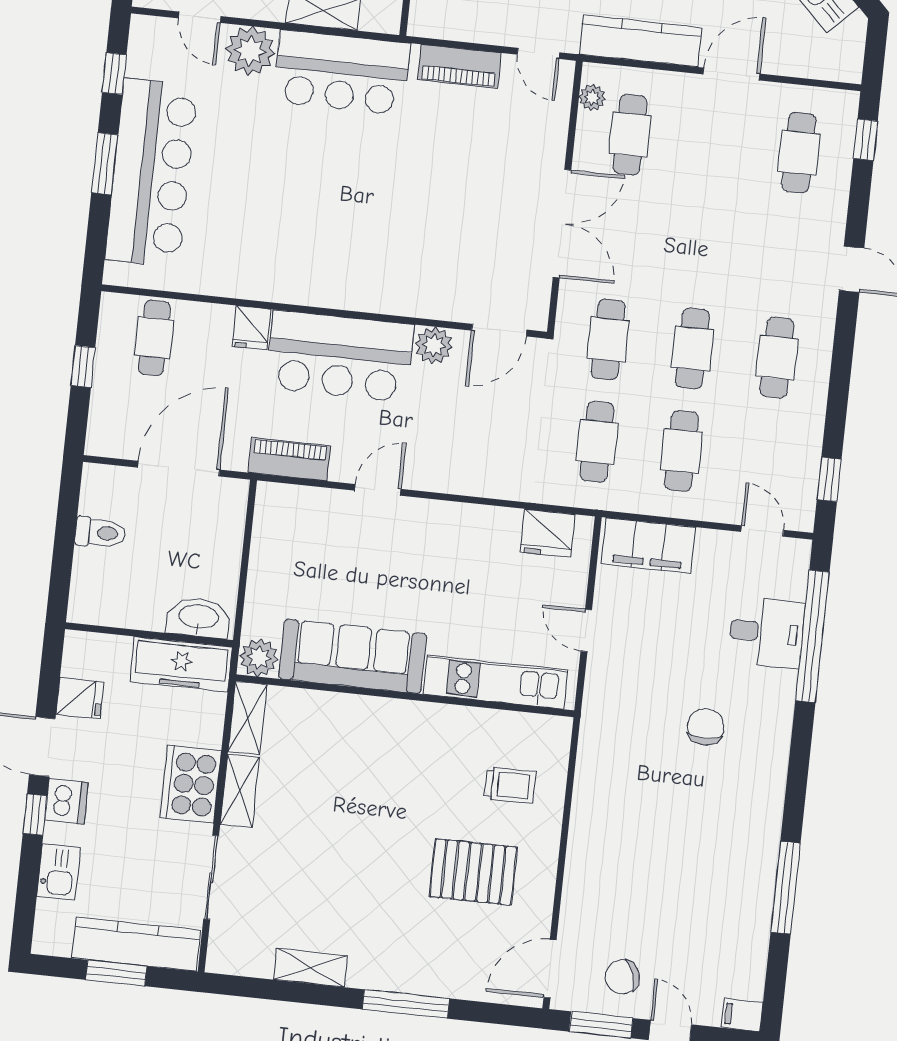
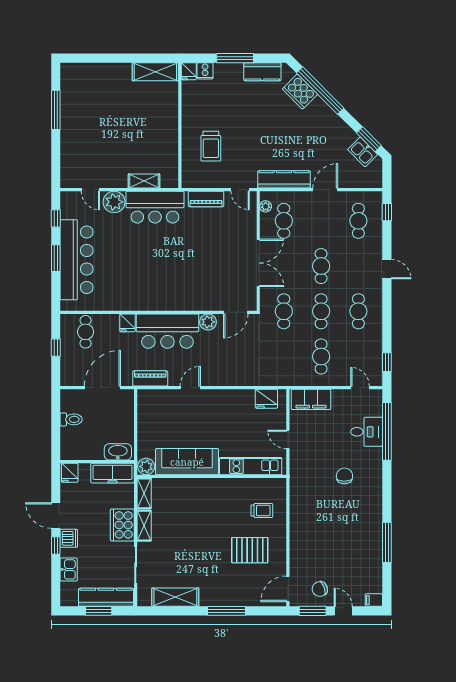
cafe table: (597, 442) -> (321, 266), moved
fridge: (80, 698) -> (70, 473), moved, turned 90
shelving: (310, 968) -> (175, 597), width x1.50, depth x1.33

